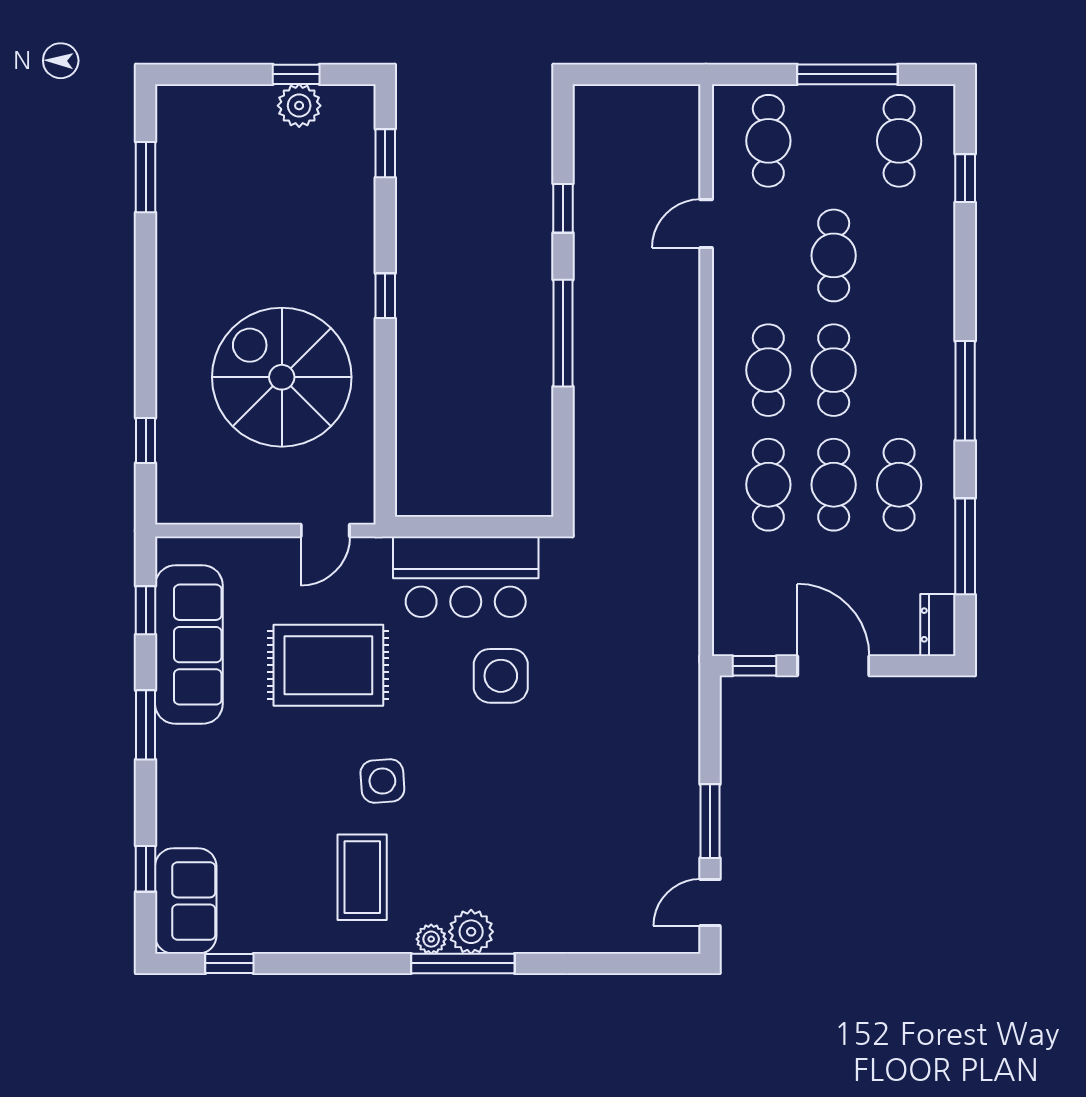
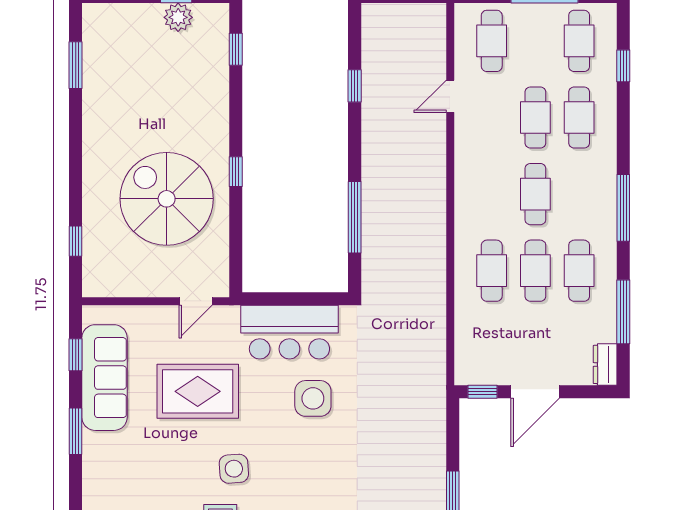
window: (385, 296) -> (236, 172), moved
window: (563, 333) -> (355, 217), moved
cafe table: (768, 370) -> (579, 117), moved
door: (833, 666) -> (535, 392), swing flipped

